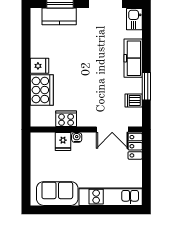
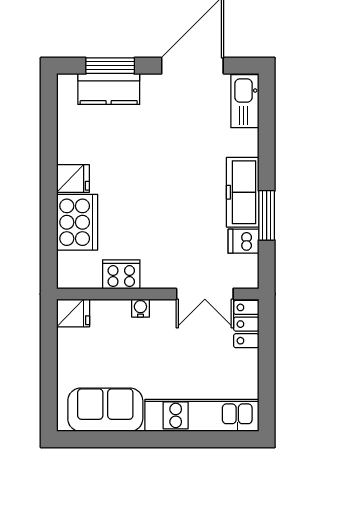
kitchen sink: (134, 19) -> (245, 101), width x1.38
freezer: (133, 58) -> (243, 192), moved
fridge: (63, 142) -> (73, 313), moved, turned -90

